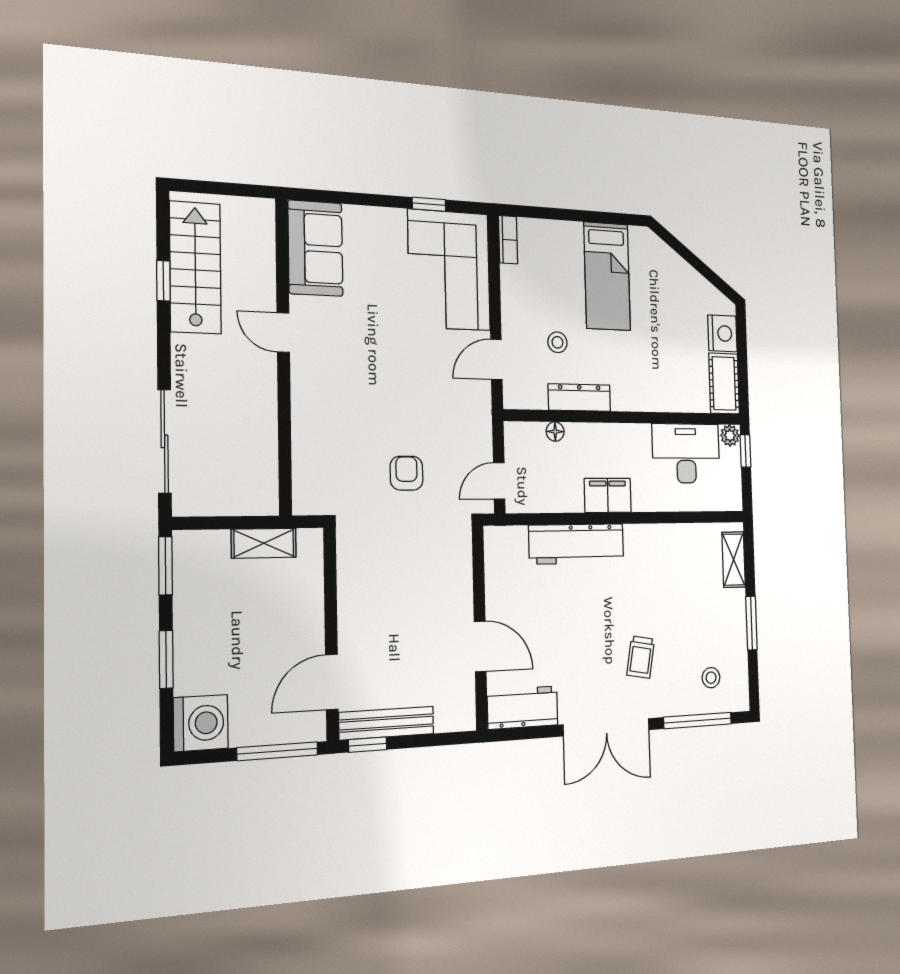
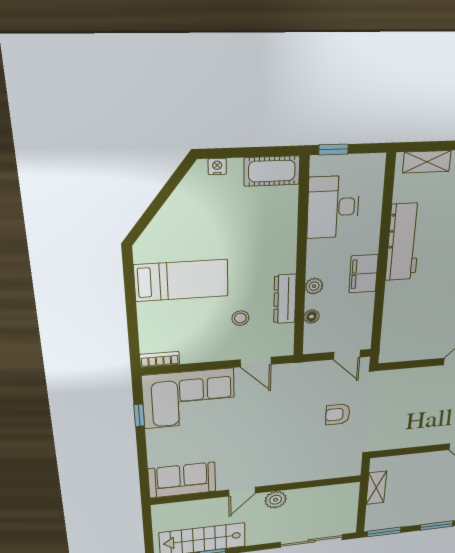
nightstand: (722, 333) -> (217, 167), width x0.53, depth x0.56
plant: (261, 383) -> (276, 500), added
plant: (730, 436) -> (314, 286), moved
workbench: (577, 544) -> (403, 242), moved

